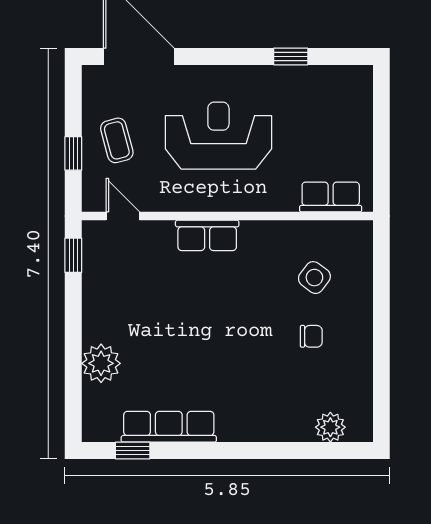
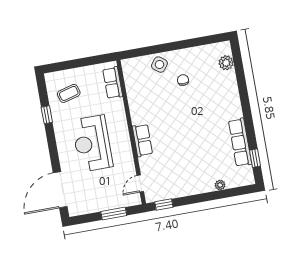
coffee table: (117, 140) -> (69, 93), moved
window: (73, 153) -> (114, 213), width x1.50
side table: (314, 278) -> (159, 65), moved
plant: (101, 363) -> (220, 185), width x0.53, depth x0.53

